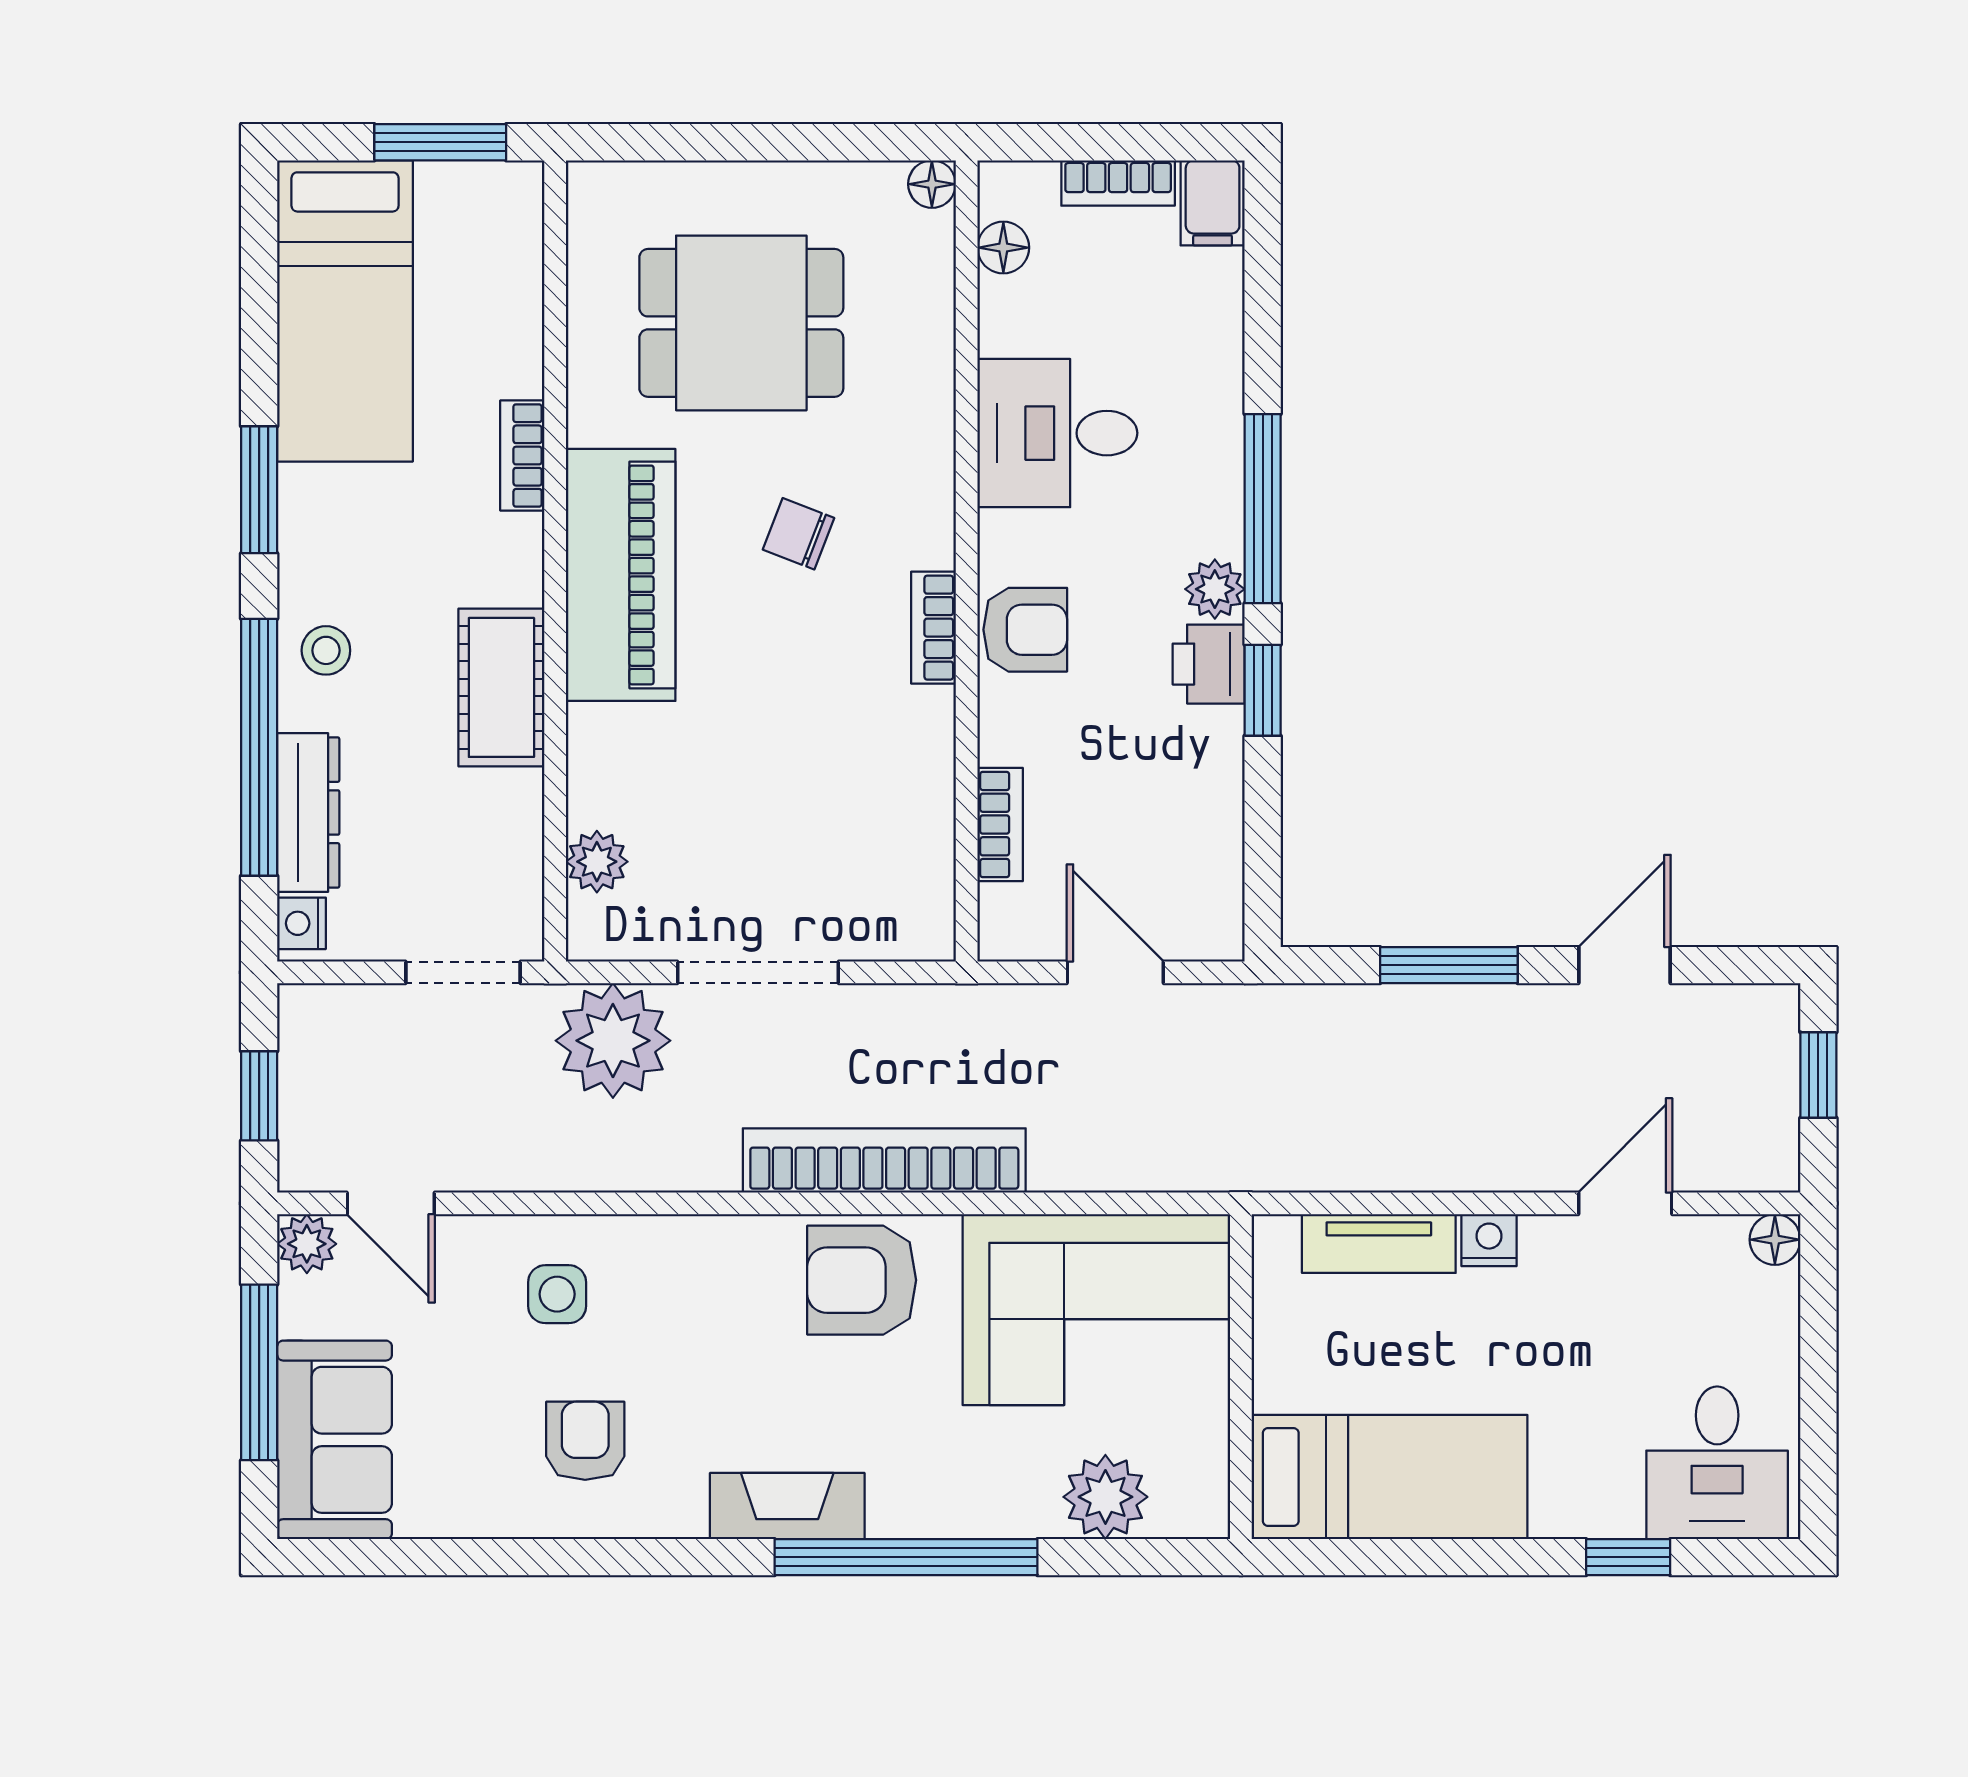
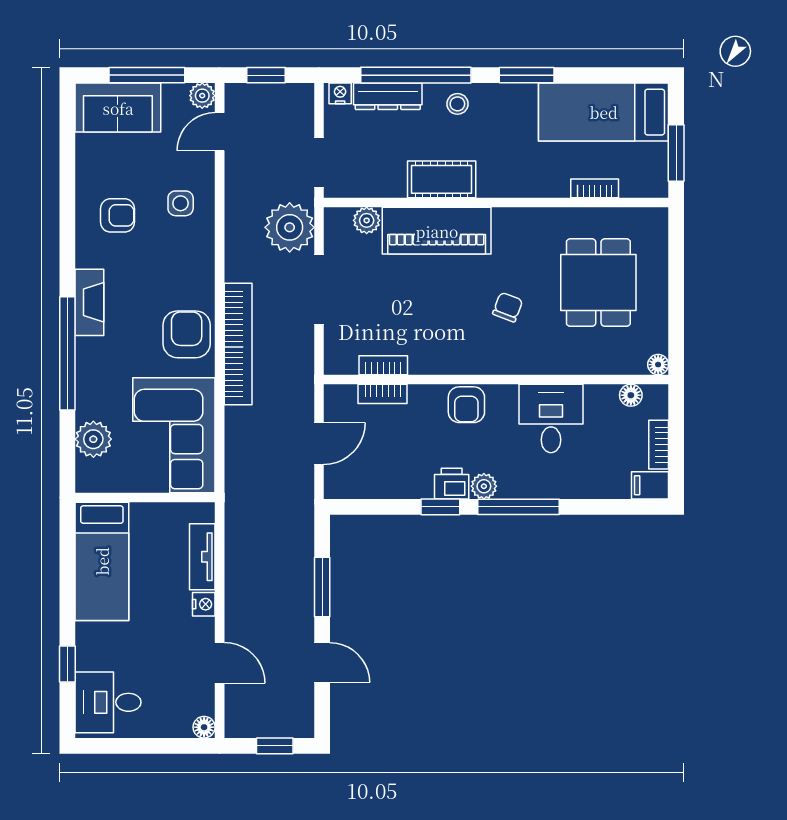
bookcase: (522, 456) -> (595, 188), moved
piano: (621, 575) -> (437, 231), moved
bookcase: (933, 628) -> (383, 365), moved

